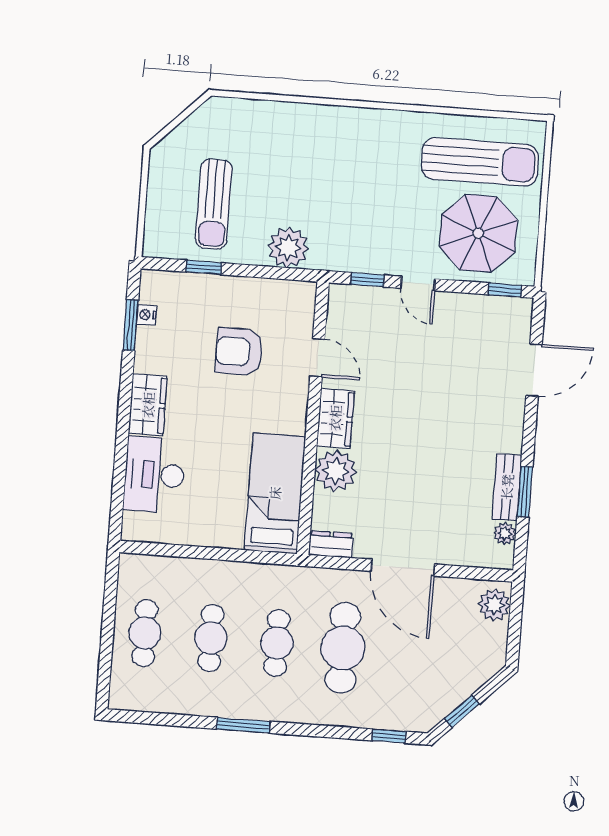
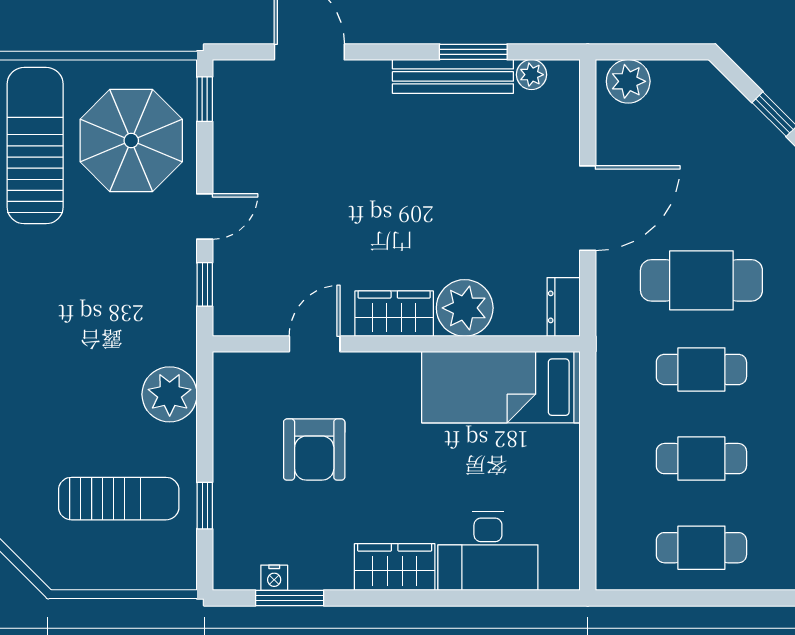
bench: (507, 487) -> (453, 76), width x1.36

